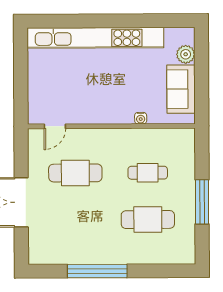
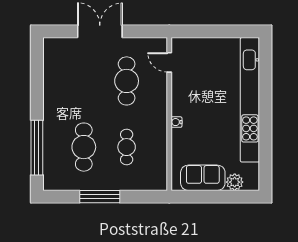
water cooler: (141, 118) -> (176, 122), moved
window: (97, 271) -> (37, 148), moved

